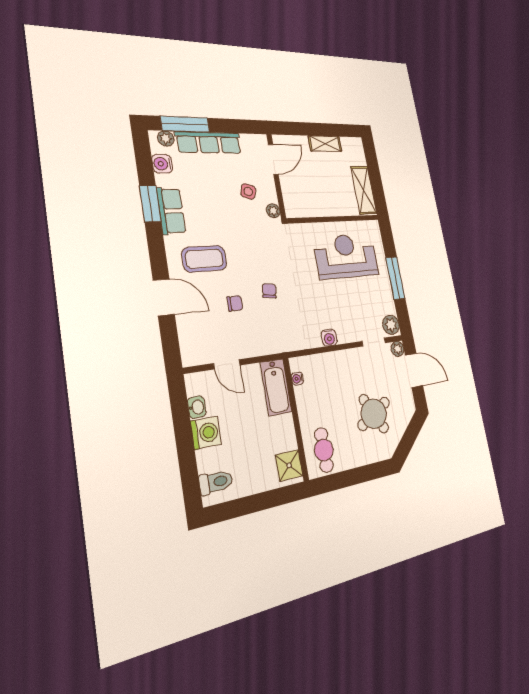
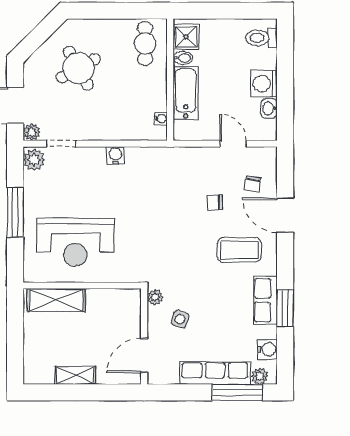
shelving: (364, 190) -> (56, 300), moved, turned 90
chair: (269, 291) -> (253, 184), moved
bathtub: (276, 387) -> (186, 93), moved
bidet: (288, 443) -> (183, 58), added

